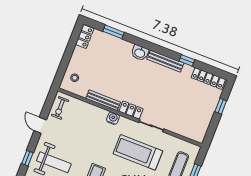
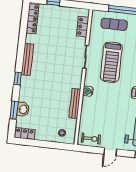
washbasin: (140, 53) -> (23, 109), moved
window: (187, 60) -> (18, 78), moved
locker: (131, 110) -> (83, 27), moved

